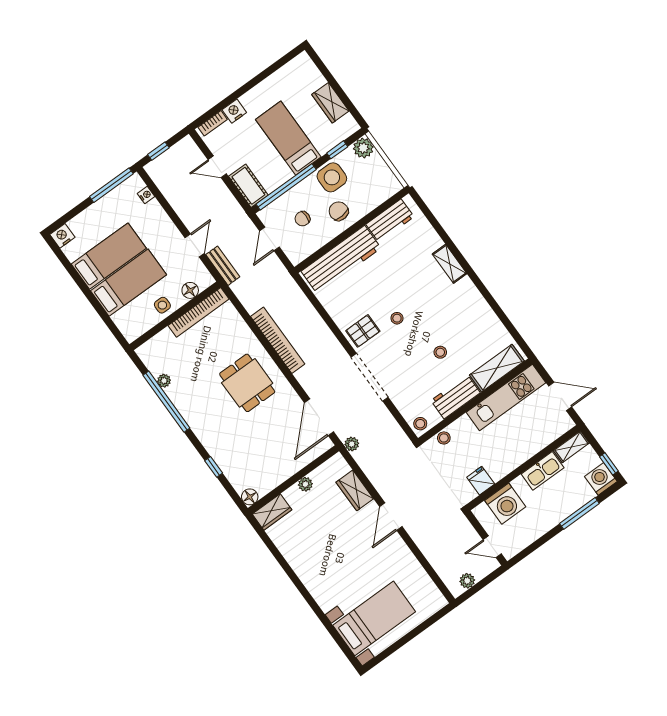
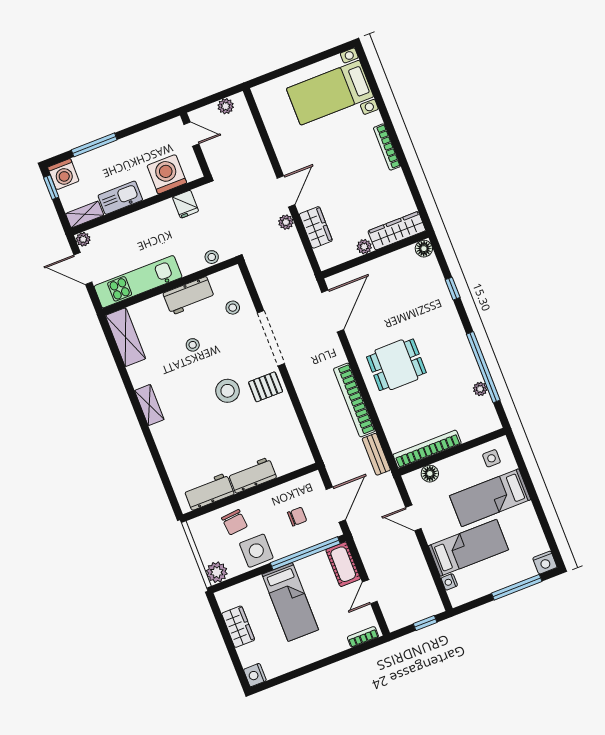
nightstand: (234, 111) -> (255, 675), moved, turned 90
window: (337, 150) -> (244, 577), removed
door: (217, 167) -> (370, 592), swing flipped
window: (111, 185) -> (517, 587), moved
chair: (339, 211) -> (234, 522), moved
door: (269, 239) -> (336, 505), width x1.38
door: (195, 245) -> (413, 518), hinge flipped
bed: (109, 256) -> (468, 548), moved, turned 180
workbench: (341, 260) -> (252, 475), width x0.53, depth x0.76
shelving: (450, 264) -> (149, 405), moved
bench: (223, 266) -> (376, 454), moved
side table: (162, 305) -> (491, 458), moved
stool: (397, 318) -> (228, 391), width x1.89, depth x1.89
shelving: (497, 368) -> (126, 337), moved, turned 90
dining table: (247, 383) -> (396, 365), turned 90
plant: (567, 423) -> (83, 239), added
stool: (420, 424) -> (233, 308), moved
plant: (352, 444) -> (286, 222), moved
wardrobe: (272, 512) -> (397, 231), width x1.50
bookcase: (308, 582) -> (387, 147), added

